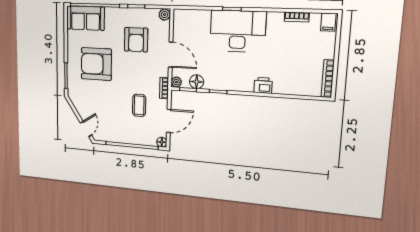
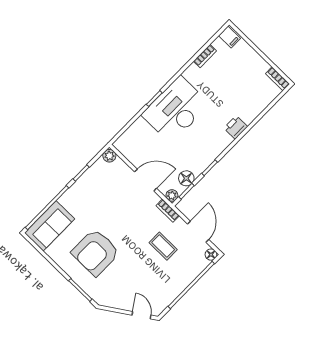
armchair: (136, 40) -> (107, 198), removed
bookcase: (328, 79) -> (278, 79), width x0.64

